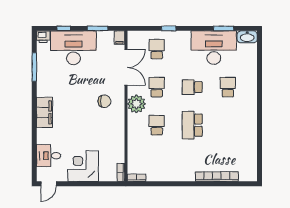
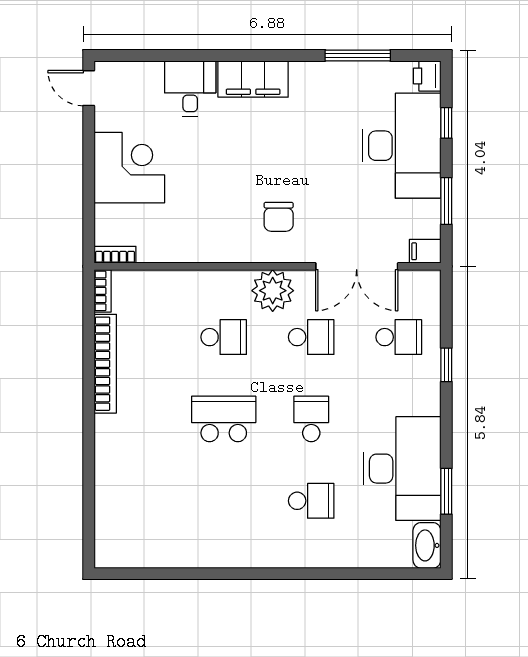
desk: (49, 156) -> (190, 88), moved
bookcase: (217, 177) -> (105, 364), moved

